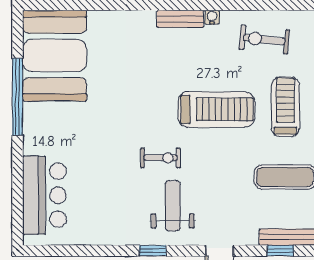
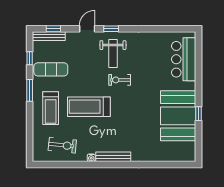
bench: (180, 19) -> (113, 157), width x1.36
booth: (55, 56) -> (178, 116), moved
window: (18, 97) -> (199, 114), width x0.32
window: (153, 251) -> (111, 29), moved

